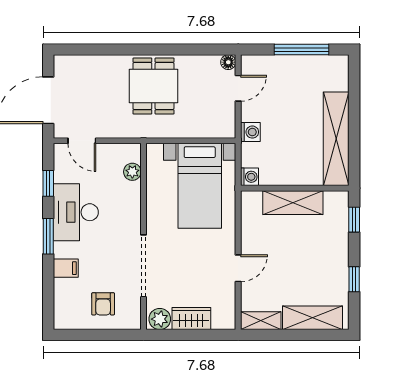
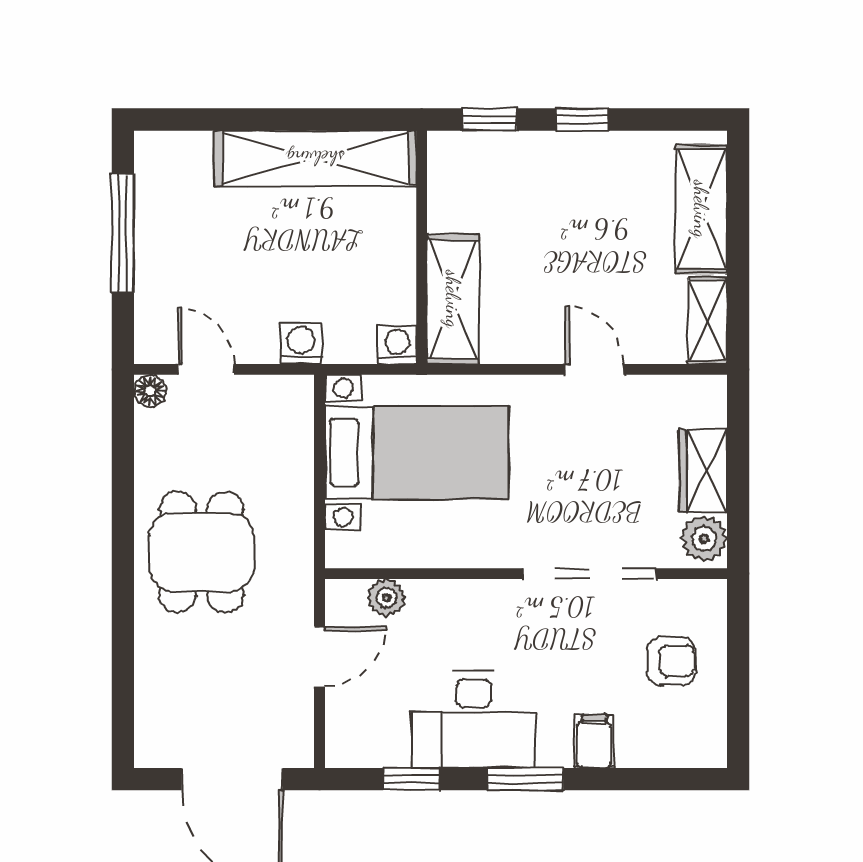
dining table: (153, 86) -> (201, 552), turned 90
door: (82, 141) -> (320, 657), moved
shelving: (293, 203) -> (453, 299), moved
window: (354, 279) -> (582, 119), moved

